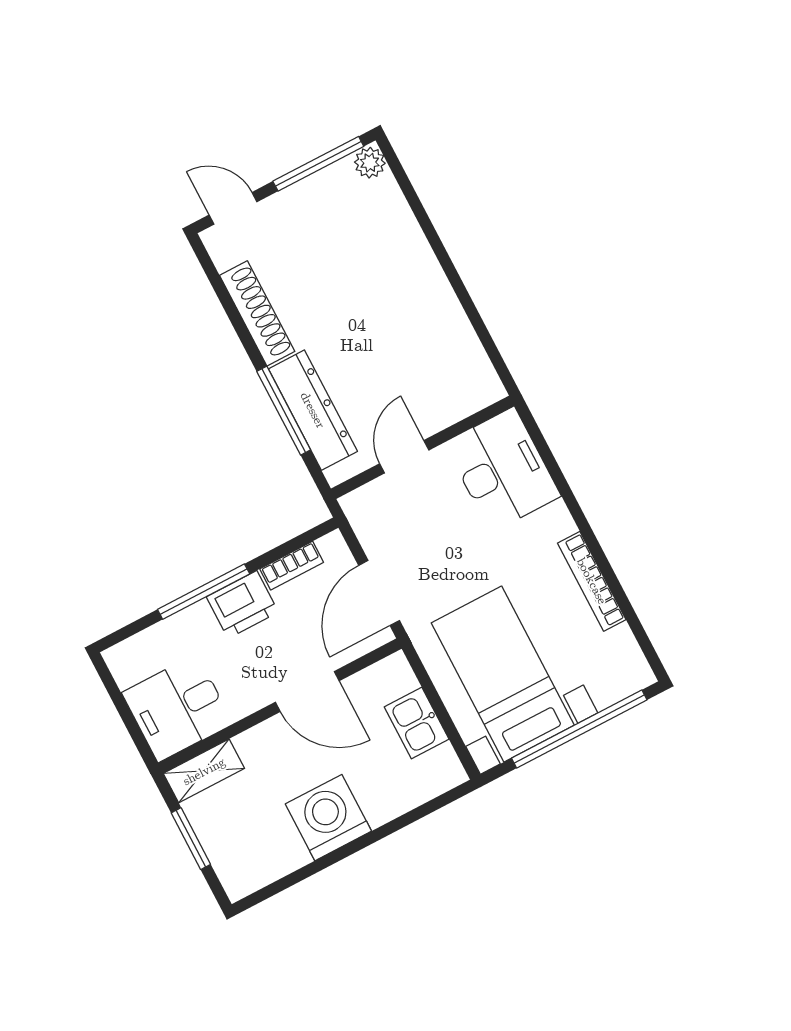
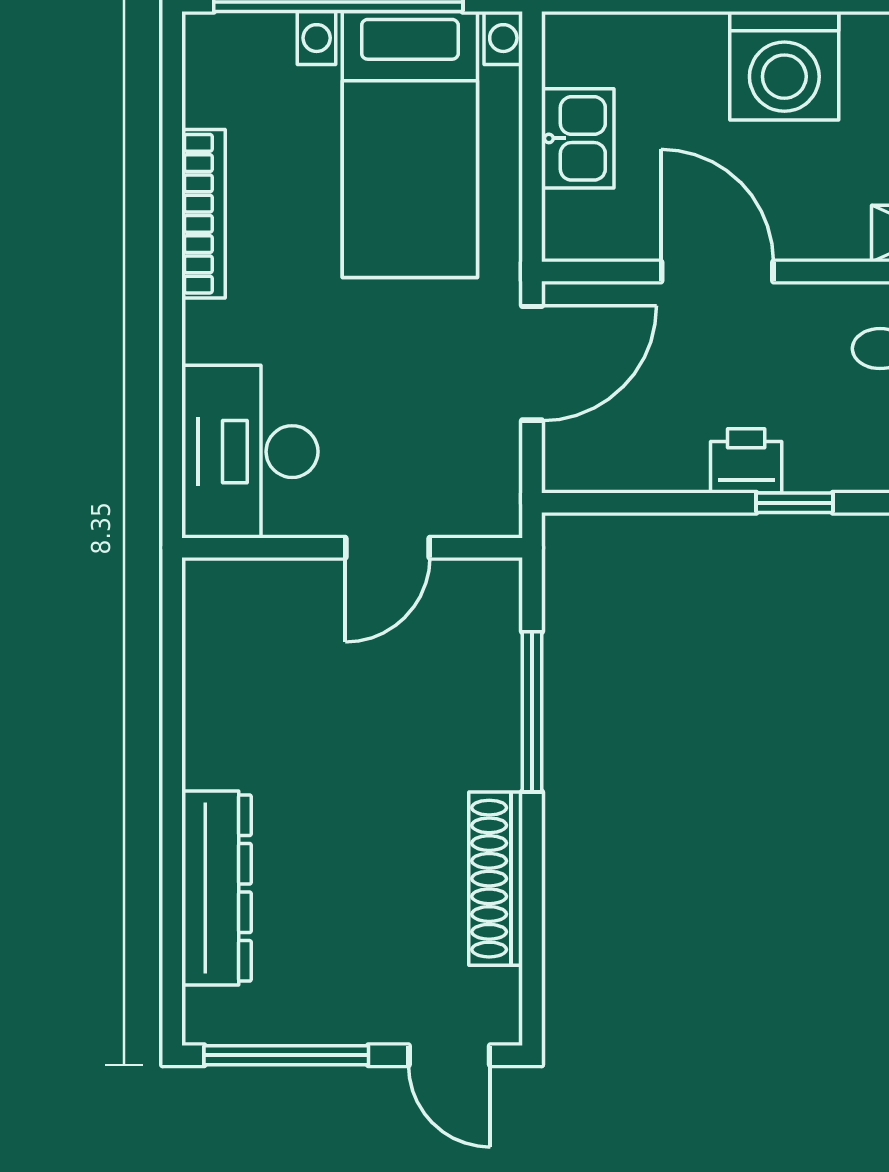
plant: (370, 163) -> (208, 1016), removed
dresser: (313, 410) -> (217, 888), moved, turned 180
bookcase: (292, 566) -> (642, 473), removed
window: (204, 592) -> (794, 503), width x0.46
printer: (242, 604) -> (746, 461), width x0.73, depth x0.81

